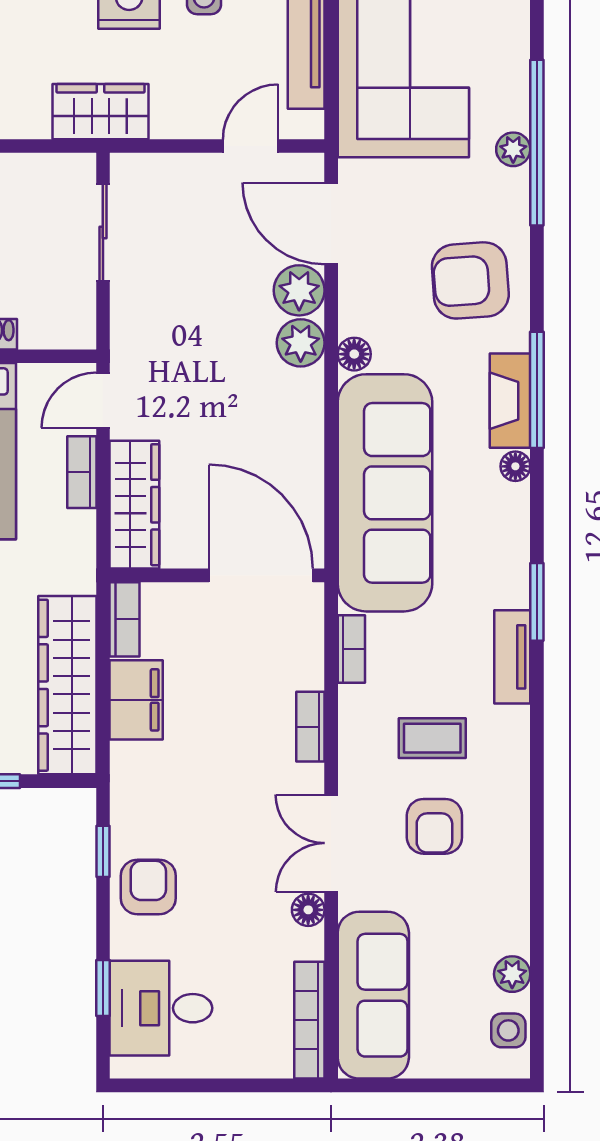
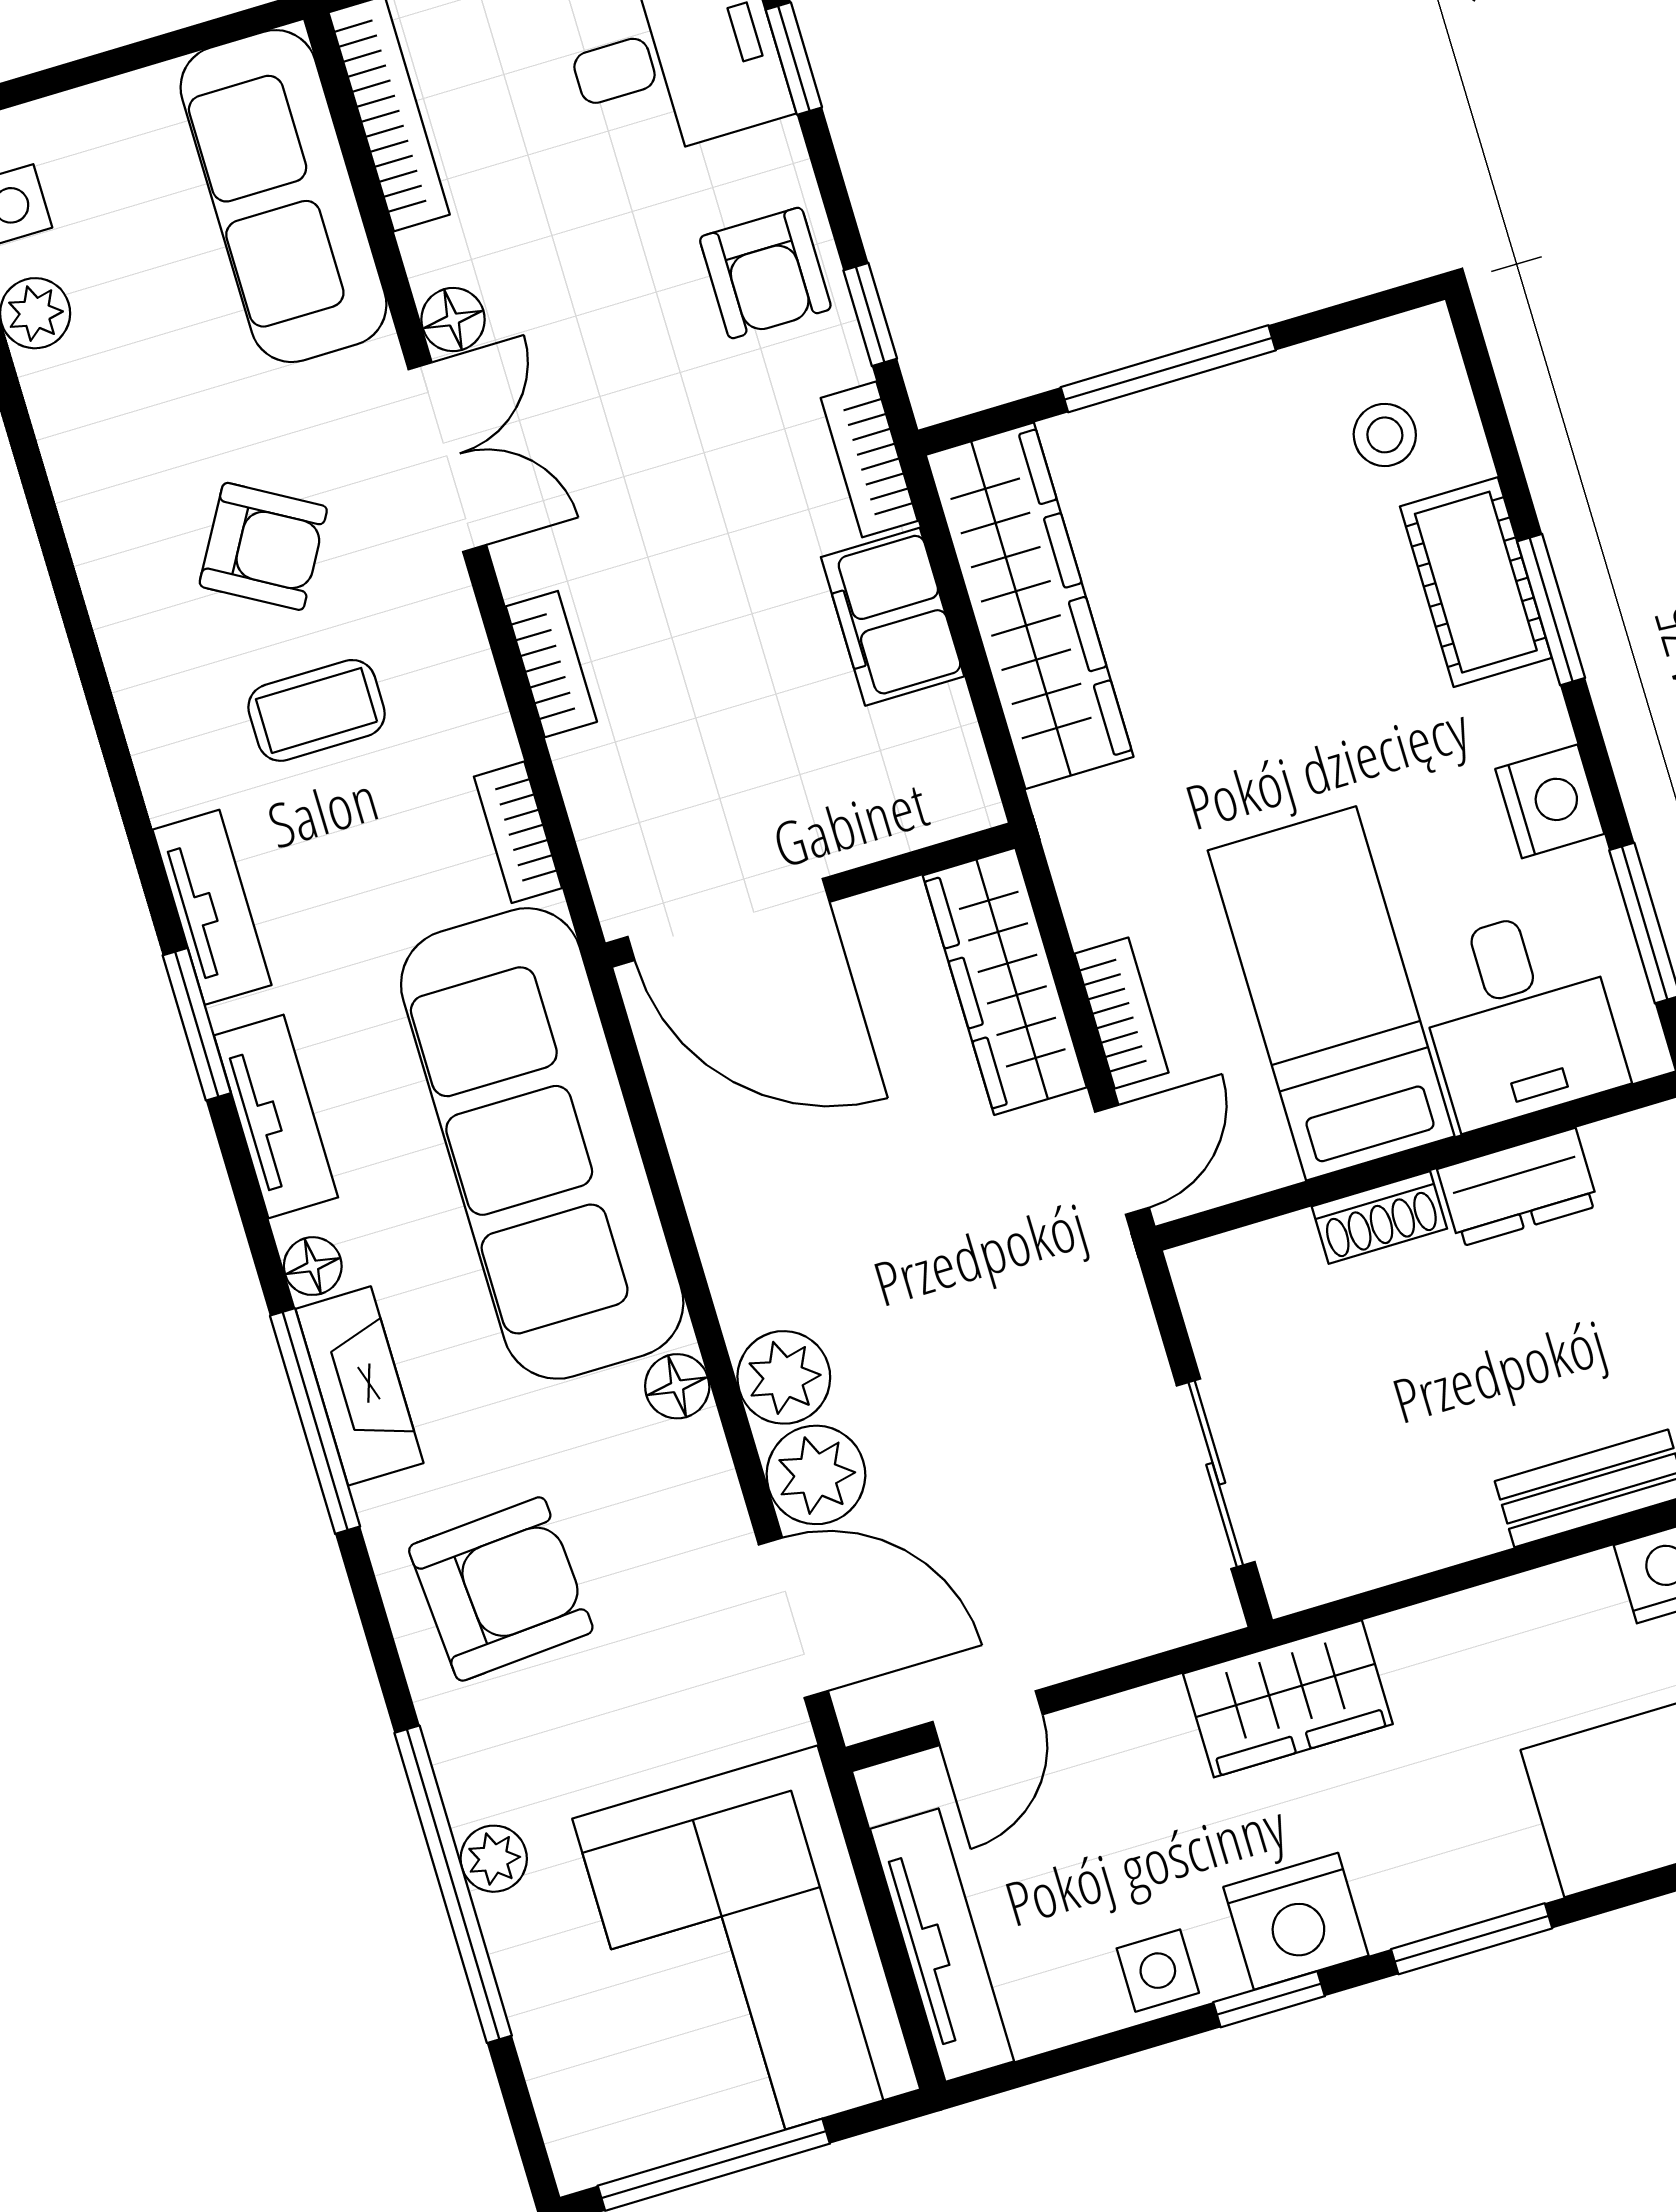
tv unit: (512, 545) -> (276, 1116), added
bookcase: (125, 619) -> (869, 459), moved
armchair: (434, 826) -> (263, 546), turned 120

